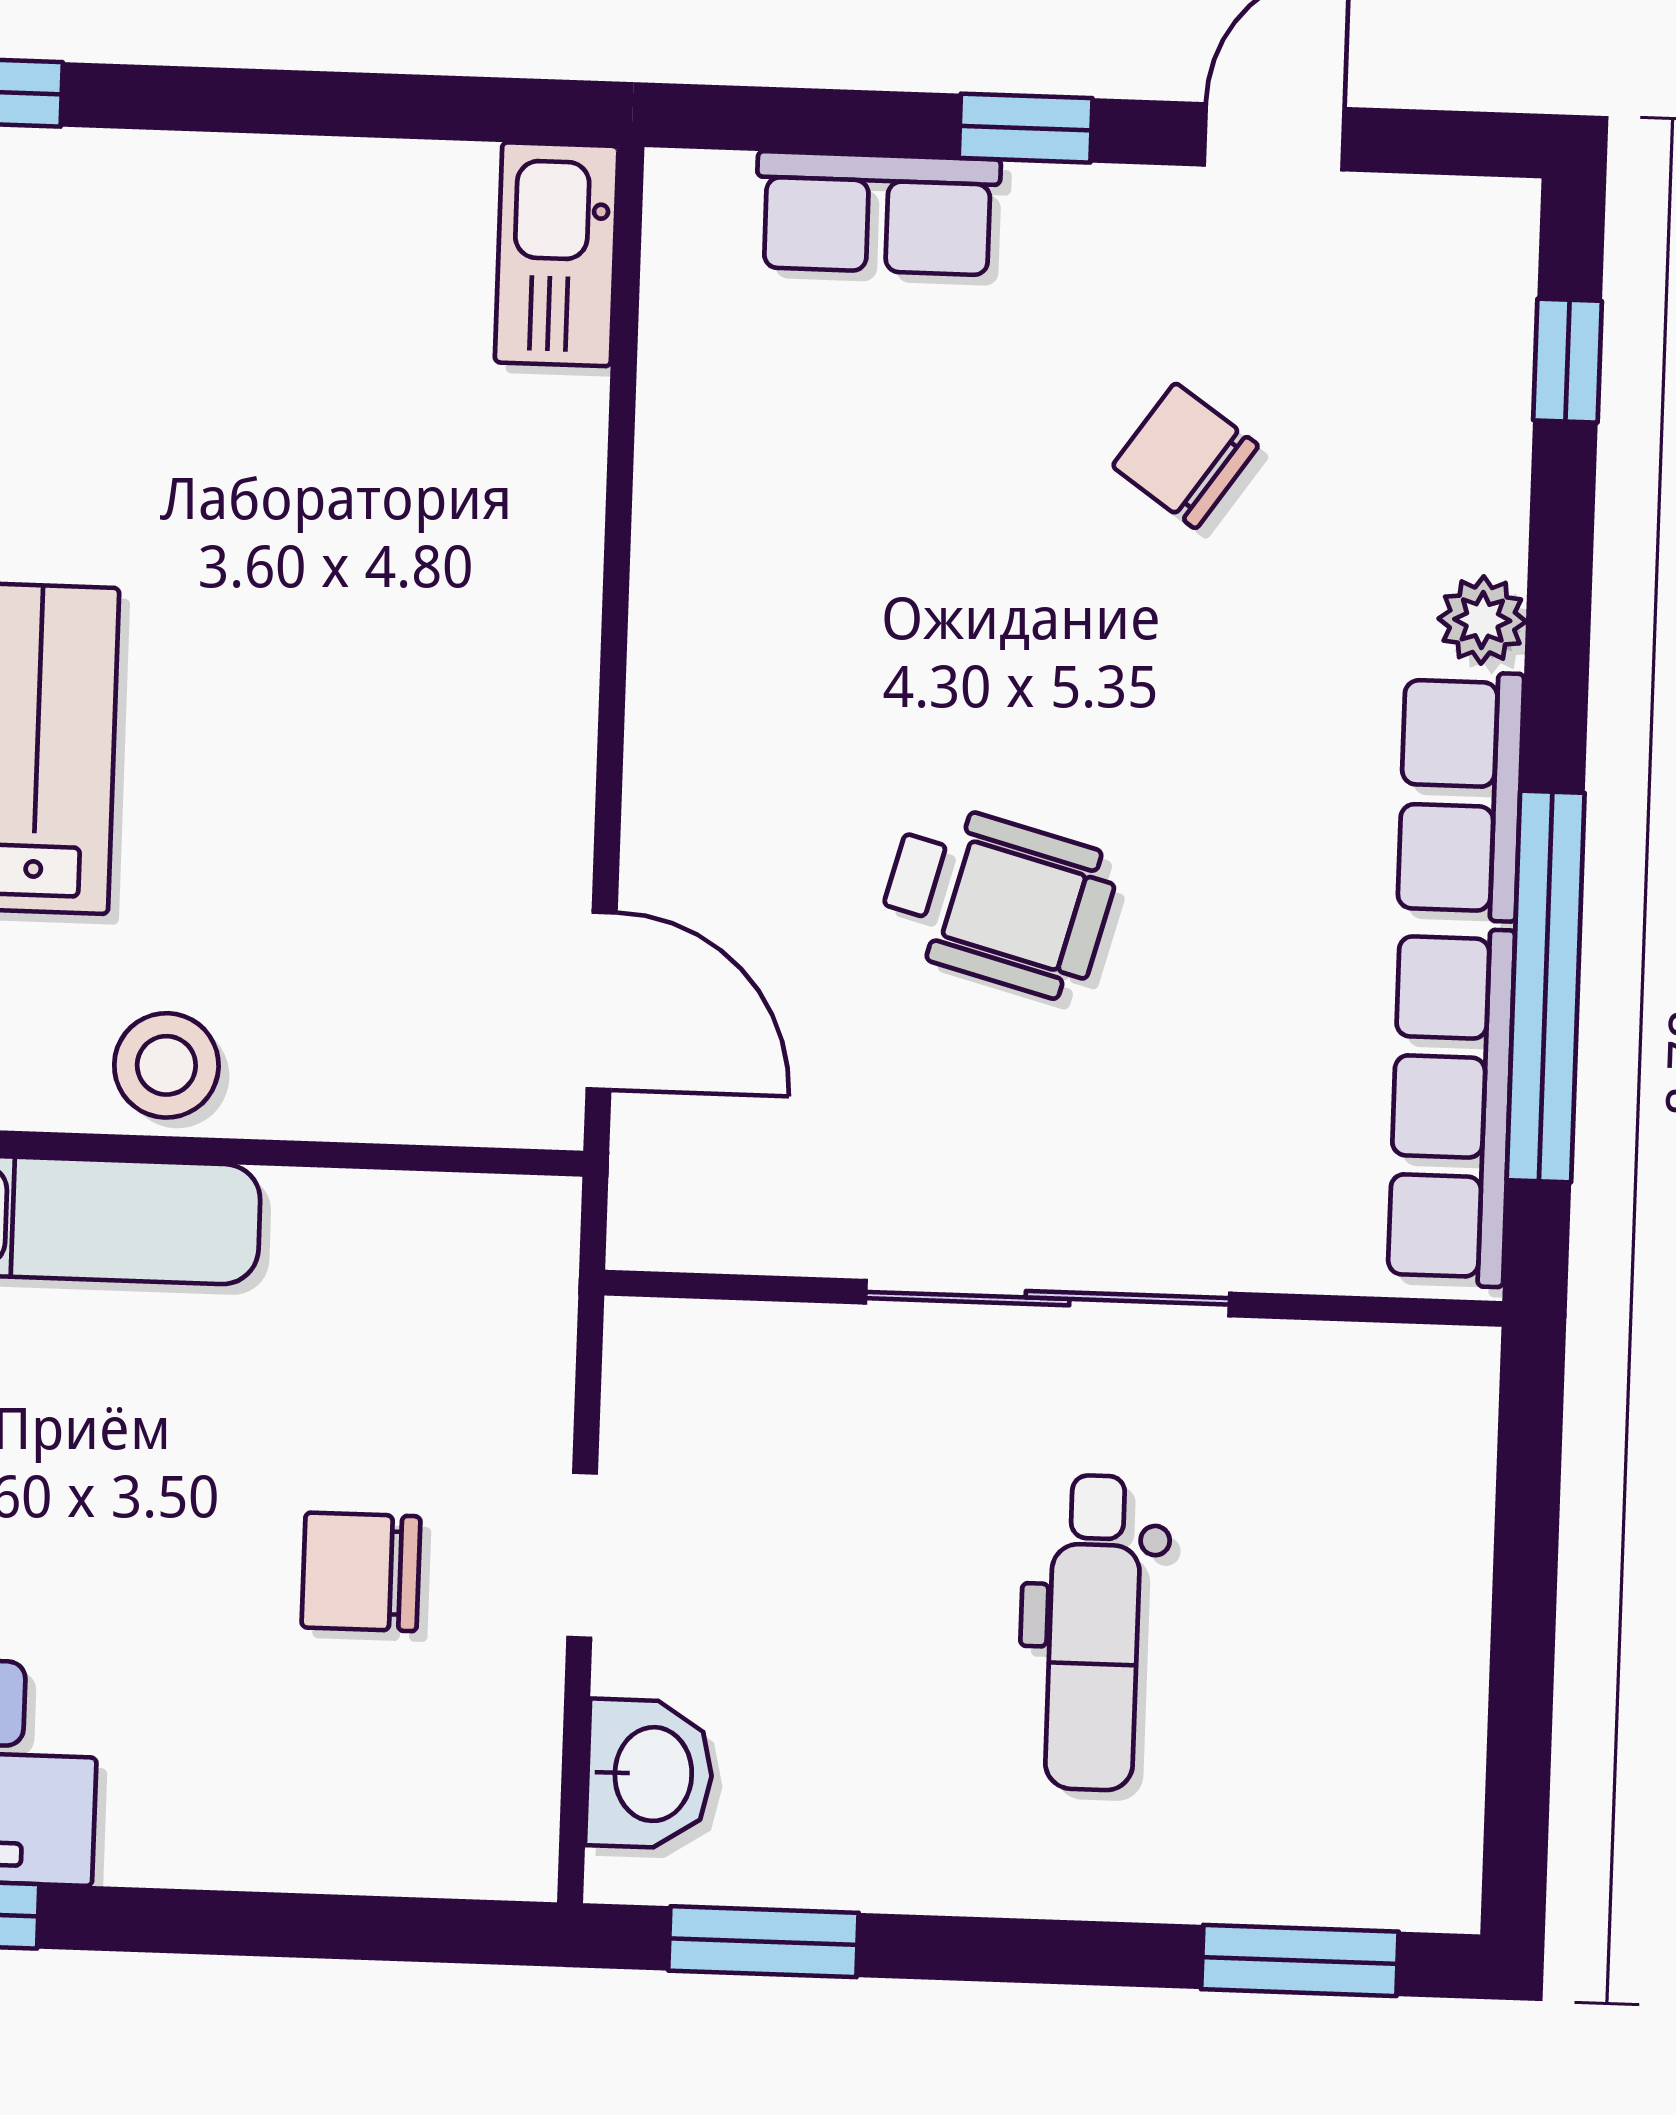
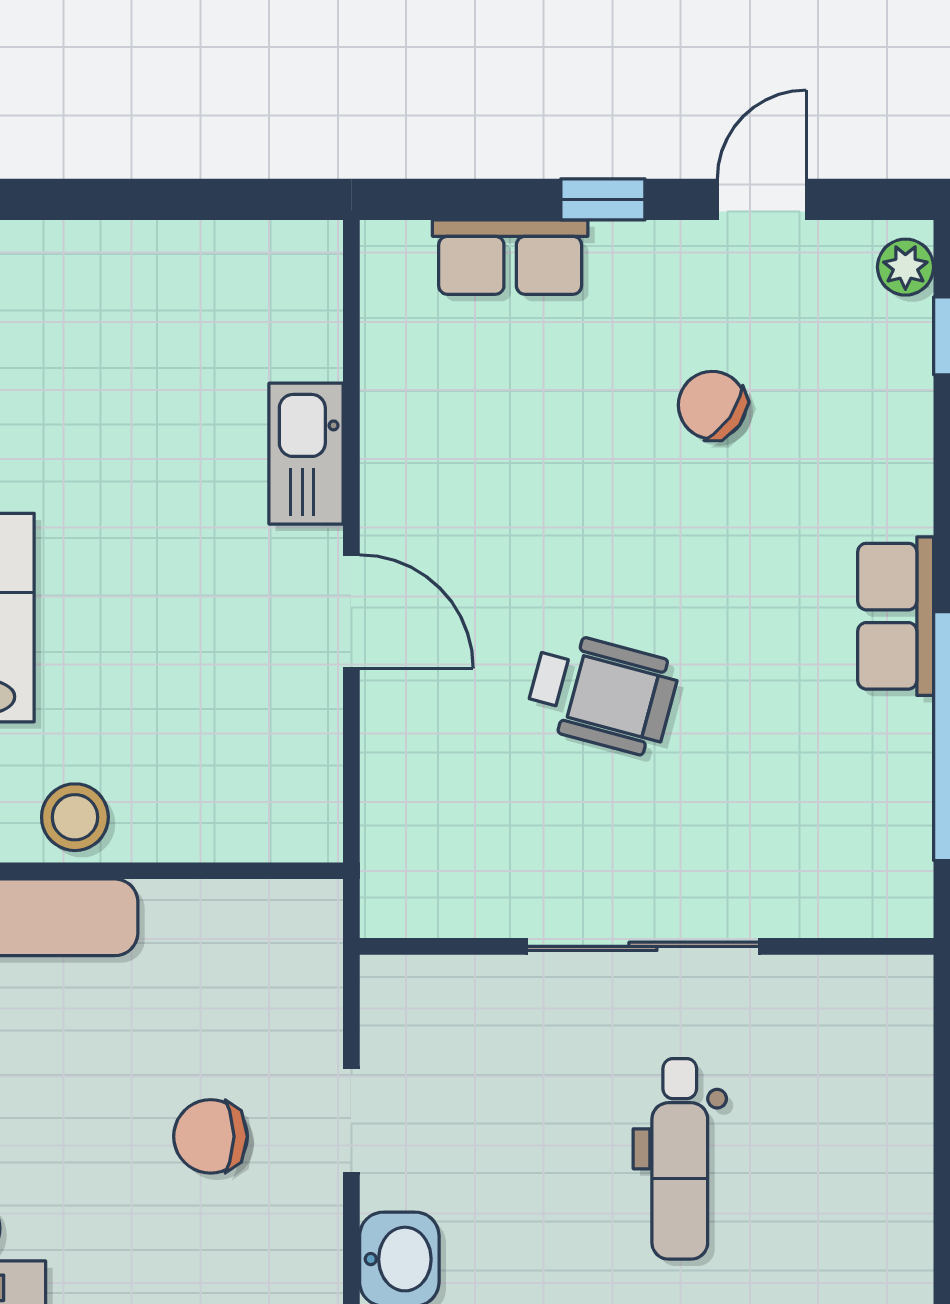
kitchen sink: (557, 254) -> (306, 454), moved
plant: (1482, 620) -> (905, 267), moved
door: (602, 1001) -> (351, 612), moved
row of seats: (1451, 1107) -> (897, 815), removed

